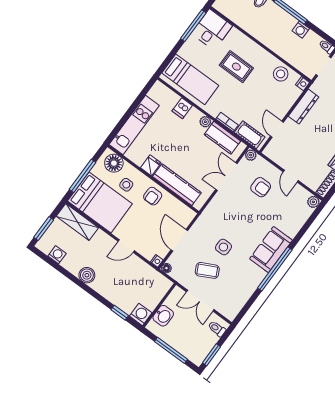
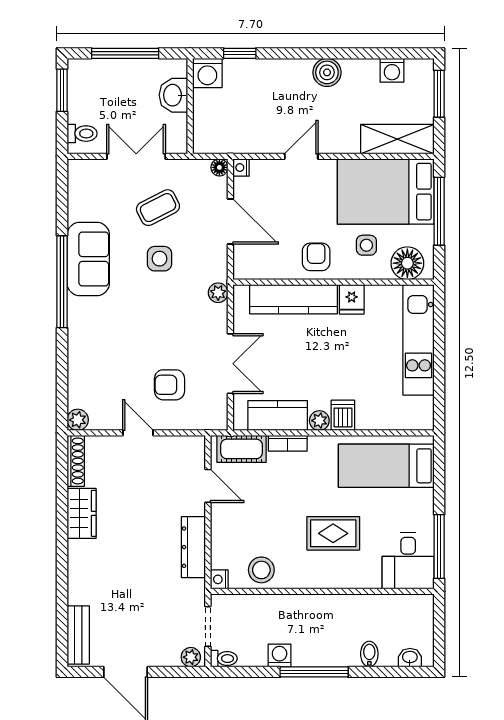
dishwasher: (182, 108) -> (343, 415), moved
plant: (251, 155) -> (218, 293), moved
sofa: (271, 249) -> (88, 259), moved

